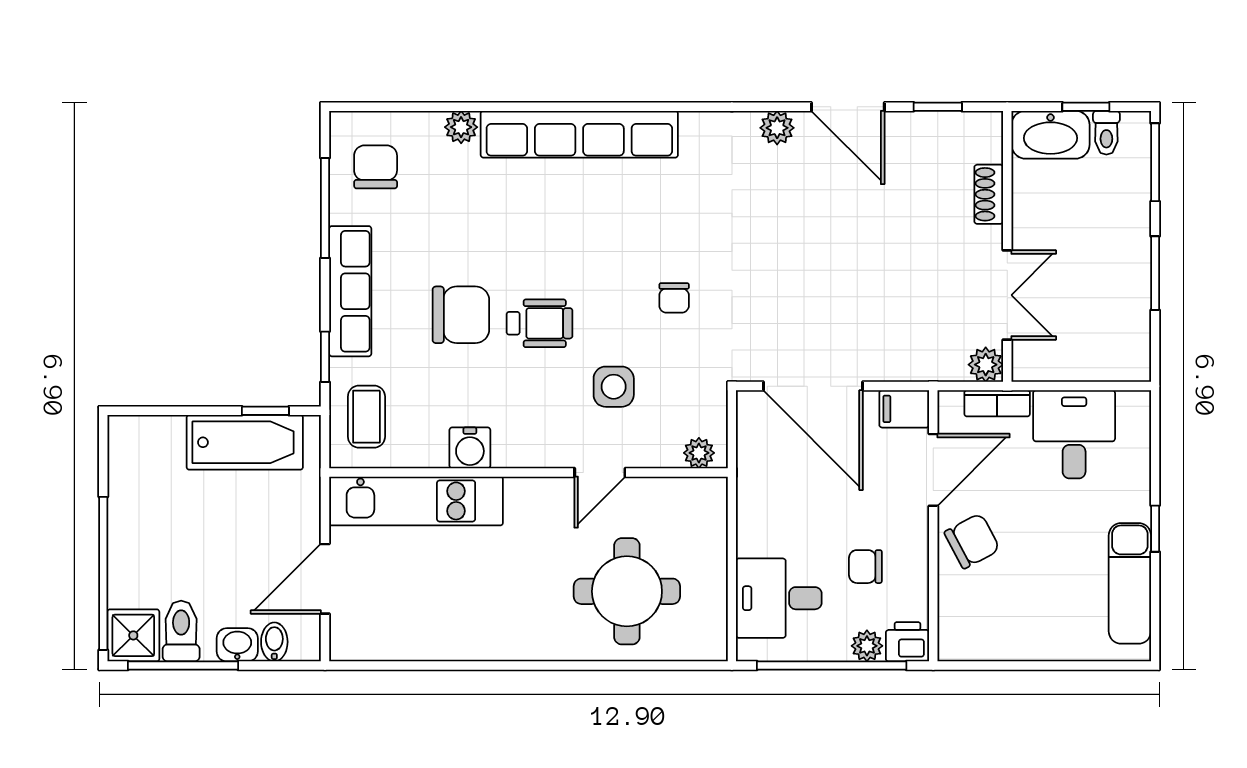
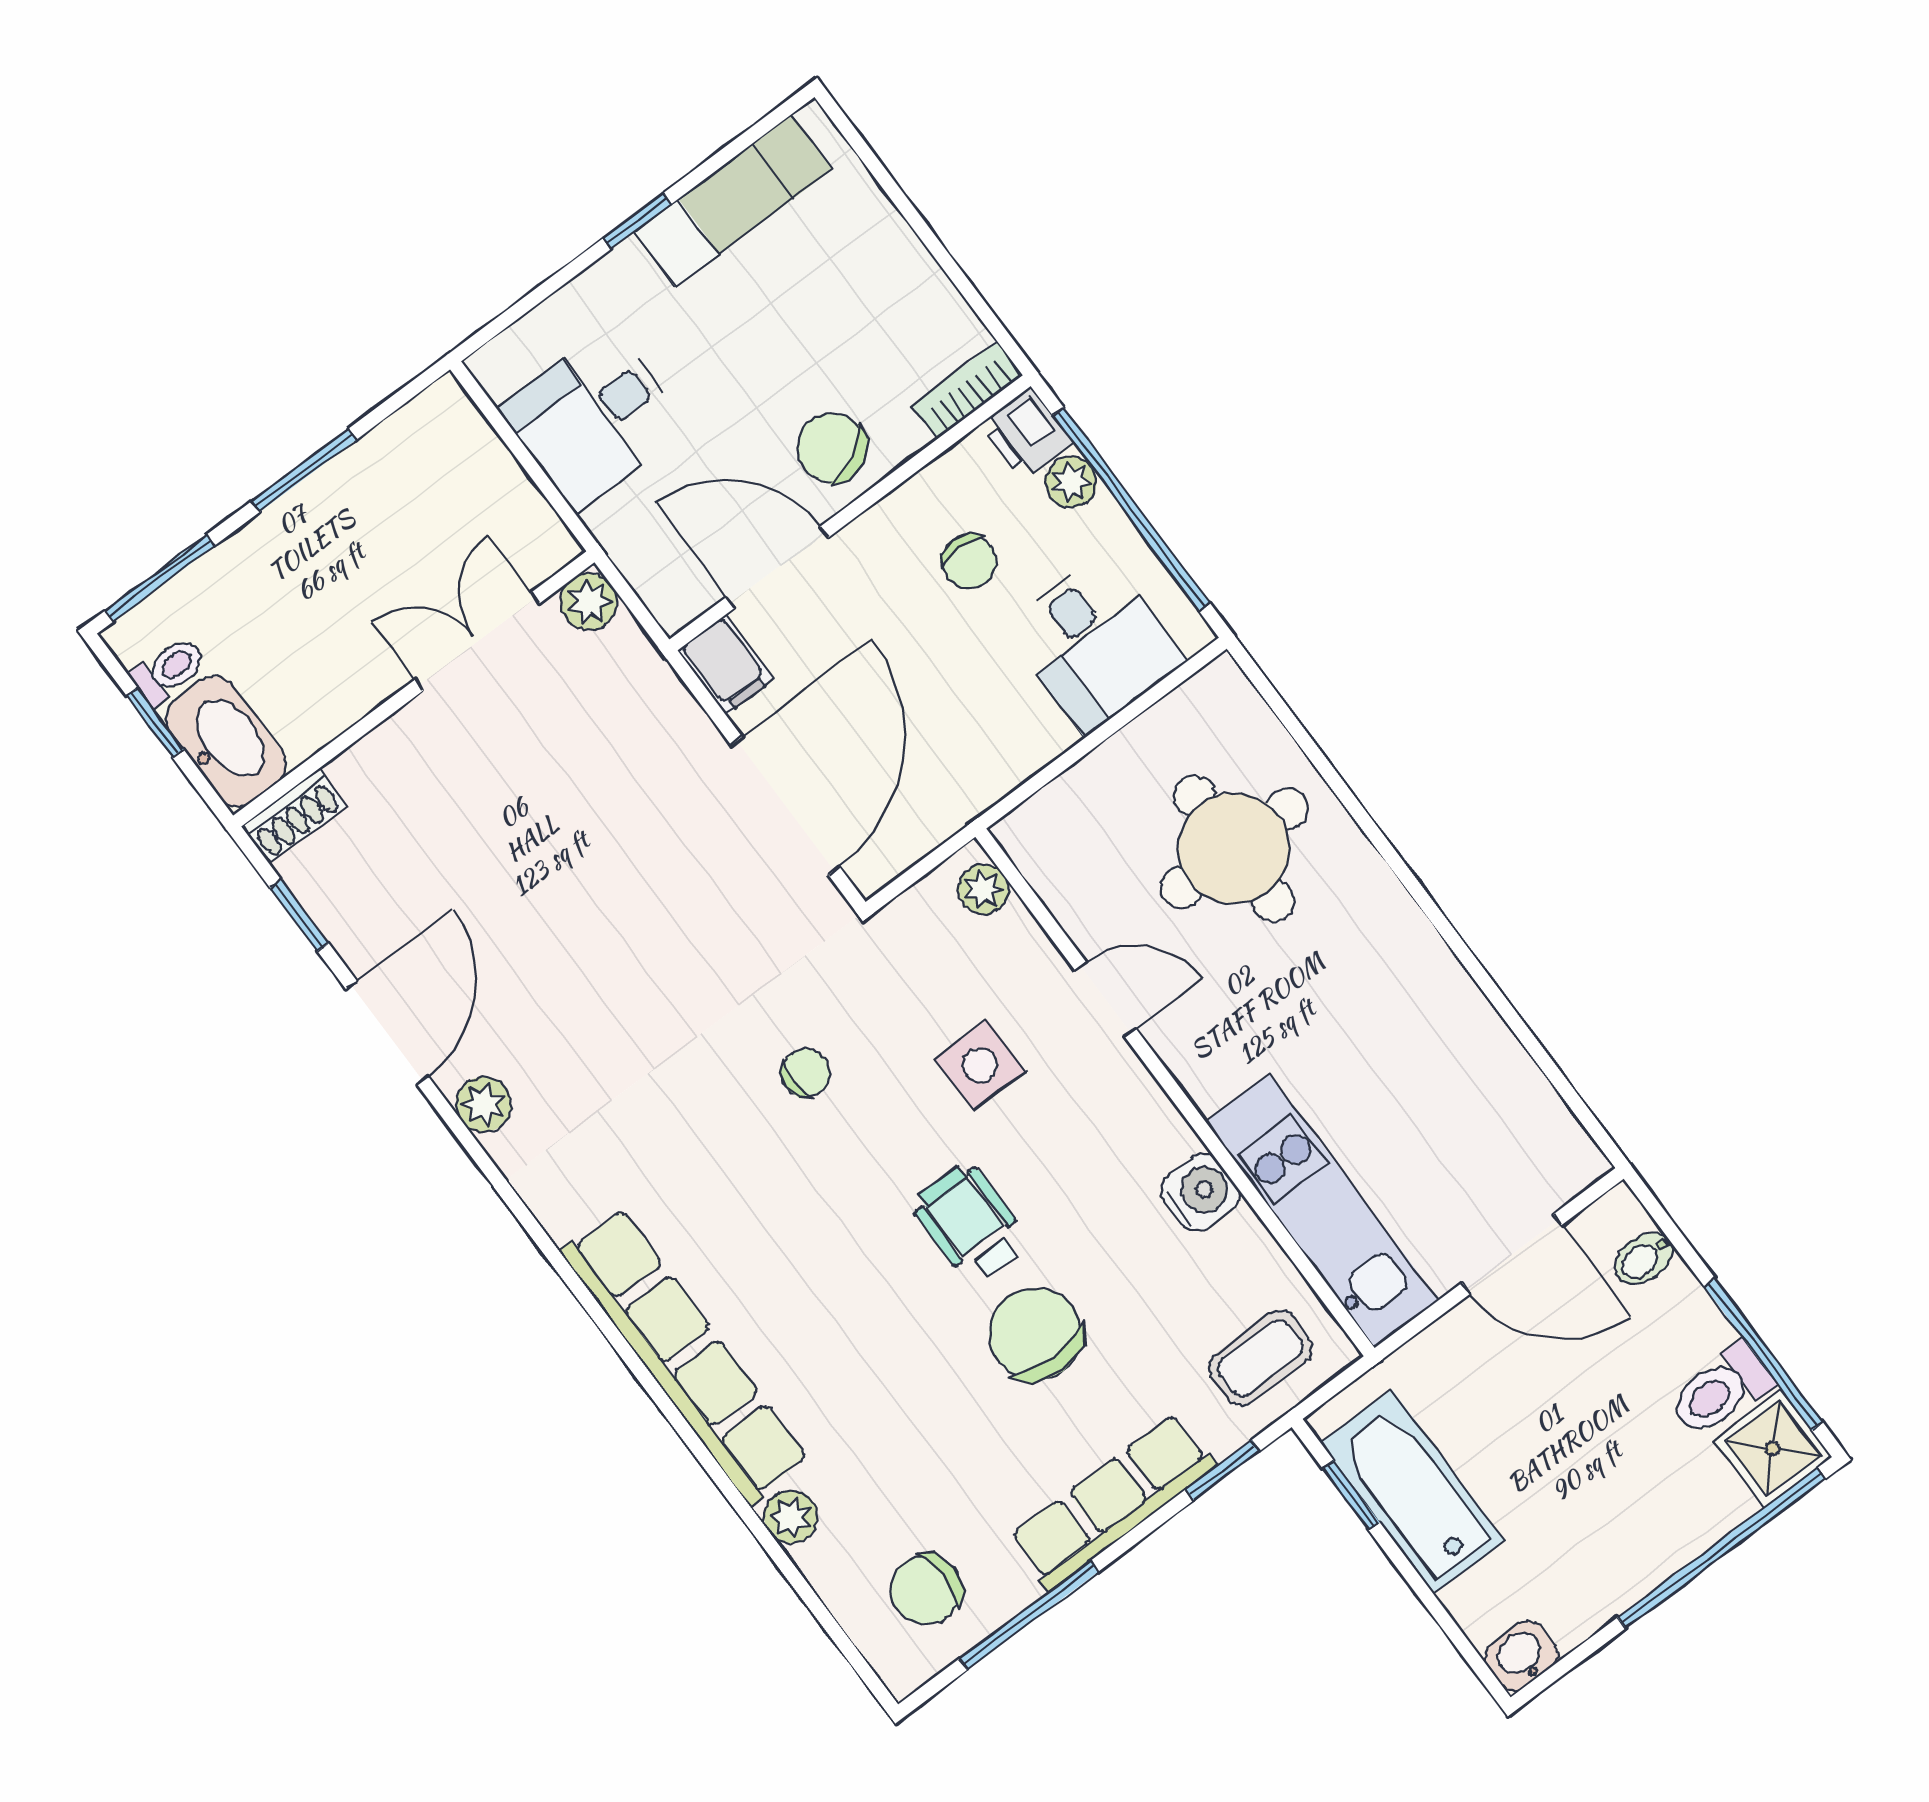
shoe rack: (989, 194) -> (294, 816), moved
bookcase: (997, 403) -> (967, 390), moved, turned -90
washbasin: (237, 645) -> (1521, 1656), moved, turned 90

